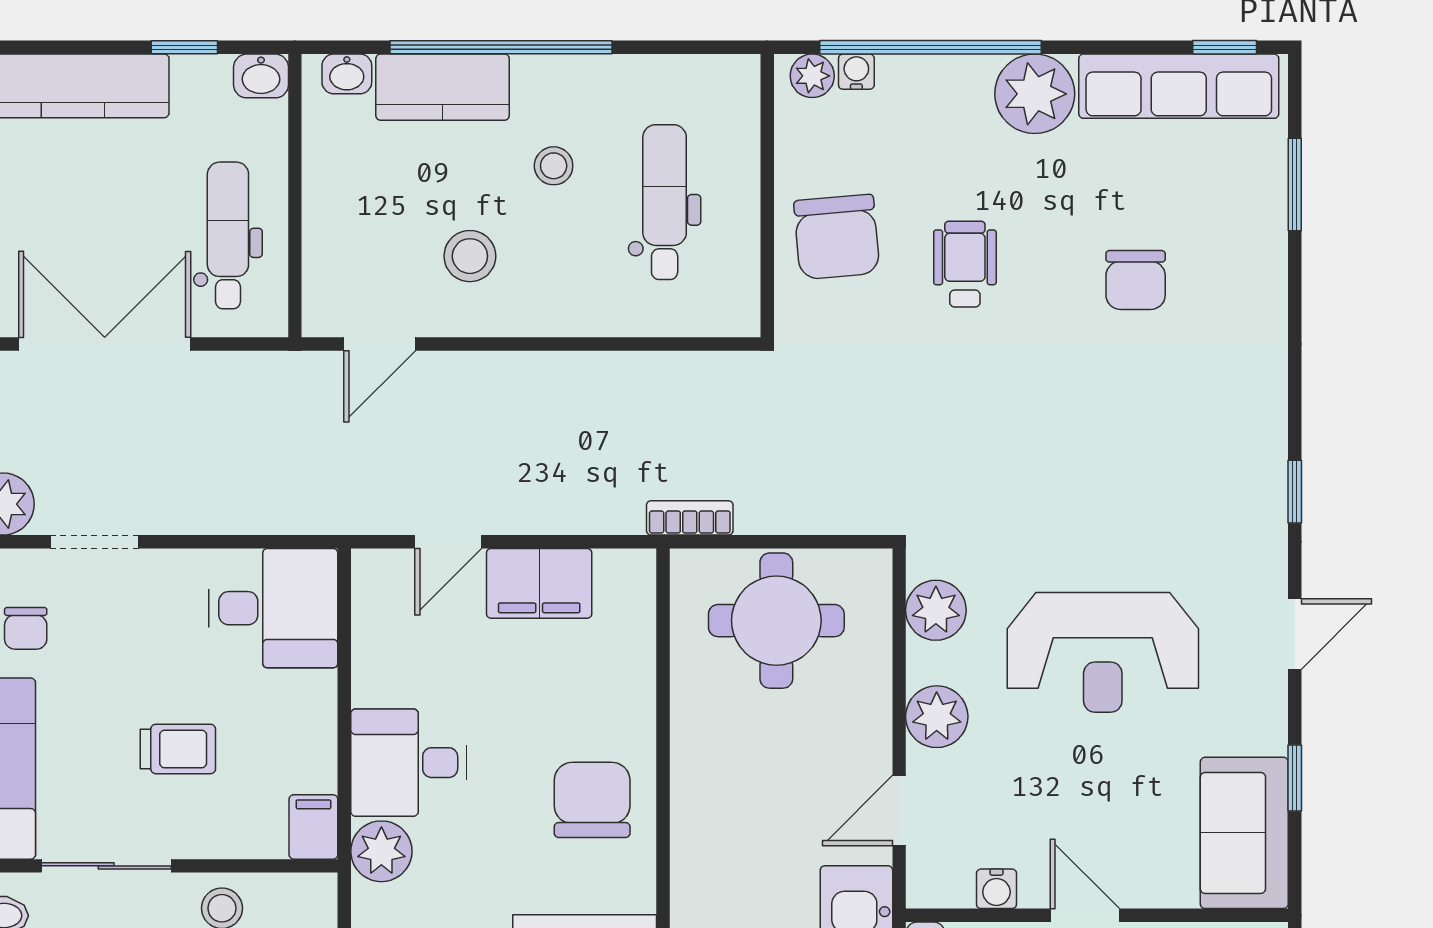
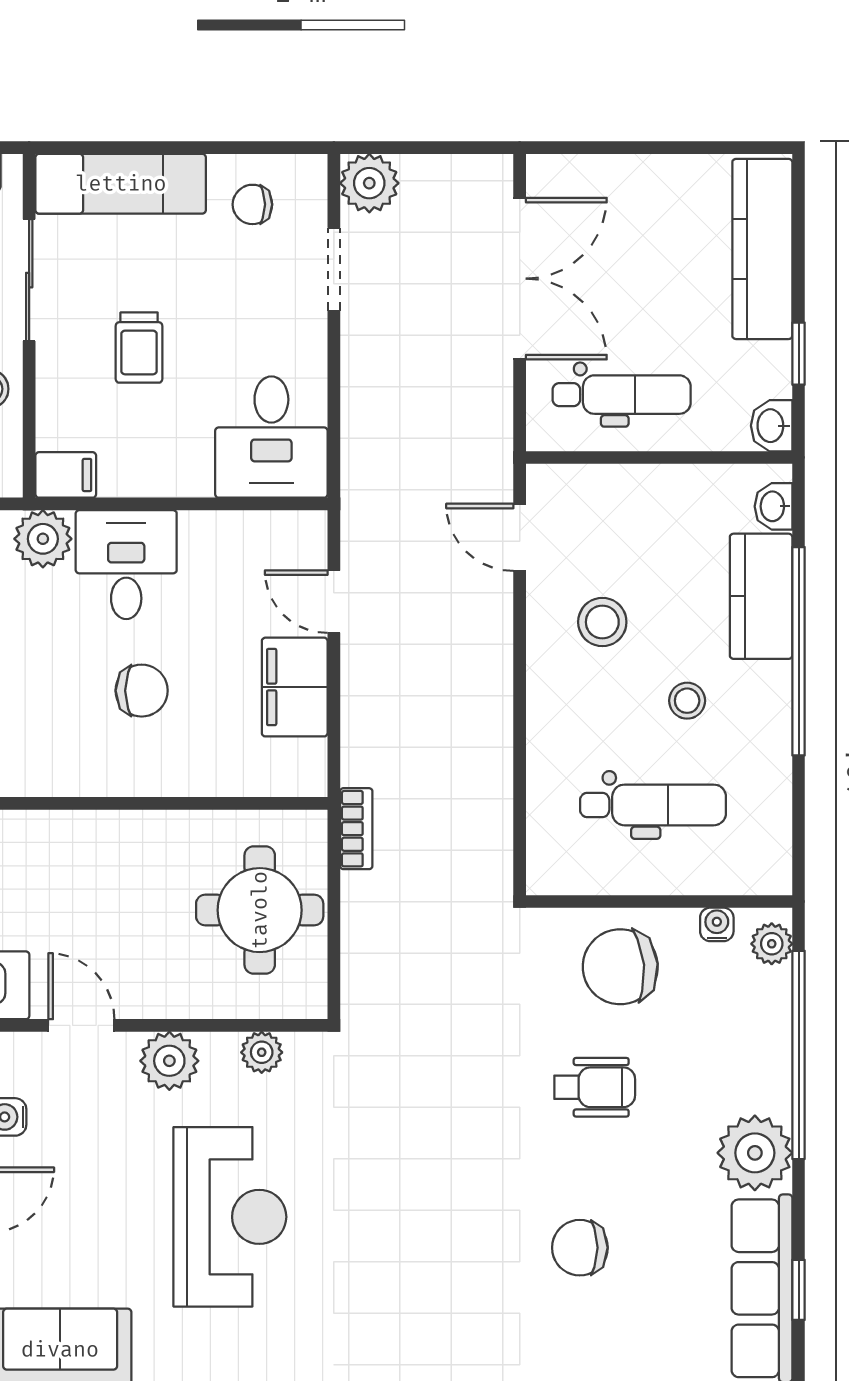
window: (1225, 47) -> (799, 1290), moved
water cooler: (856, 72) -> (717, 924), moved, turned -90
plant: (936, 610) -> (262, 1052), width x0.73, depth x0.73
reception desk: (1103, 652) -> (230, 1217), turned 180
chair: (592, 800) -> (142, 691), moved, width x0.73, depth x0.73

